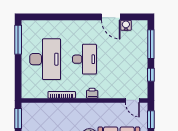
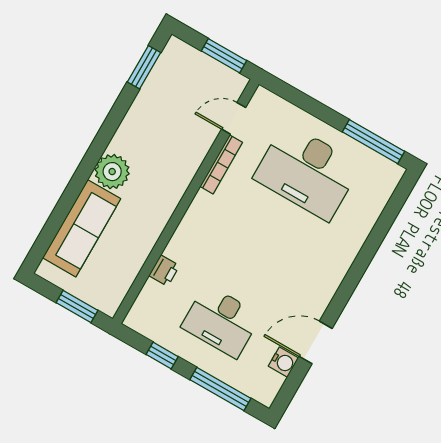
desk: (84, 59) -> (221, 321), moved
printer: (92, 93) -> (164, 271), moved
door: (132, 100) -> (234, 118), moved

